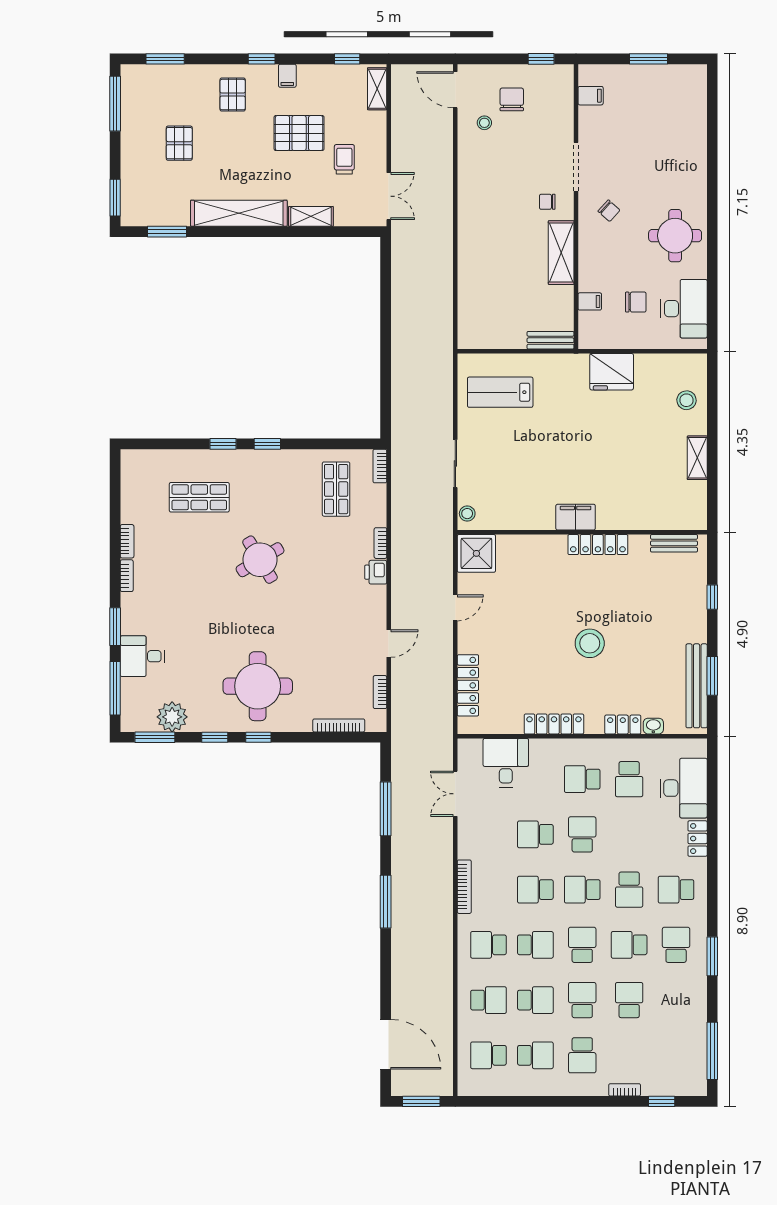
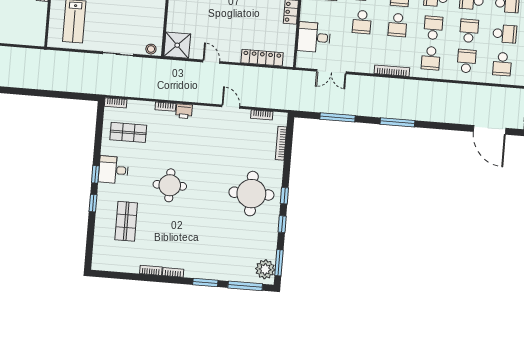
round table: (260, 560) -> (170, 185), turned 31
desk: (142, 656) -> (113, 170), moved, turned 90
plant: (172, 717) -> (265, 269), moved
door: (386, 1044) -> (490, 130), swing flipped
school desk: (535, 1055) -> (505, 34), turned 90

